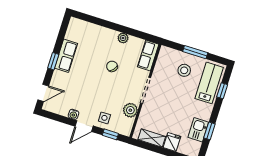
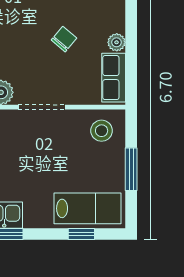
row of seats: (148, 55) -> (114, 78), moved, turned -90
stool: (184, 70) -> (102, 131), moved

